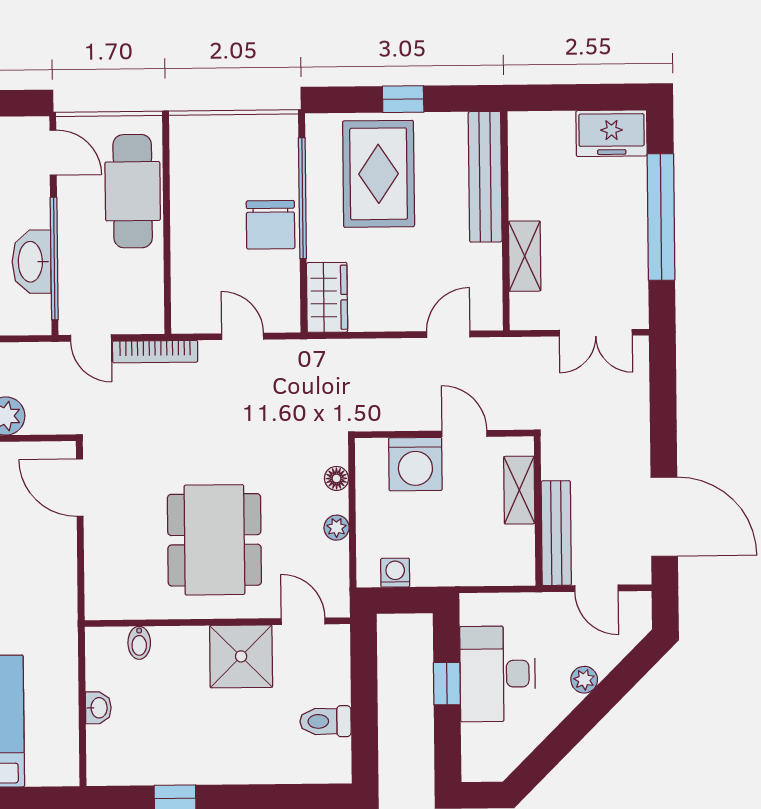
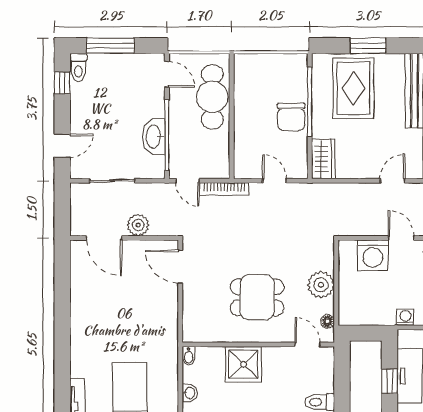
window: (403, 99) -> (368, 46), width x1.50
floor lamp: (336, 478) -> (327, 321), moved
plant: (336, 528) -> (321, 285), width x1.88, depth x1.88
dining table: (214, 540) -> (257, 297), width x0.73
washing machine: (395, 573) -> (405, 317), moved
bidet: (139, 643) -> (189, 356), moved
shower: (241, 656) -> (243, 364), moved

